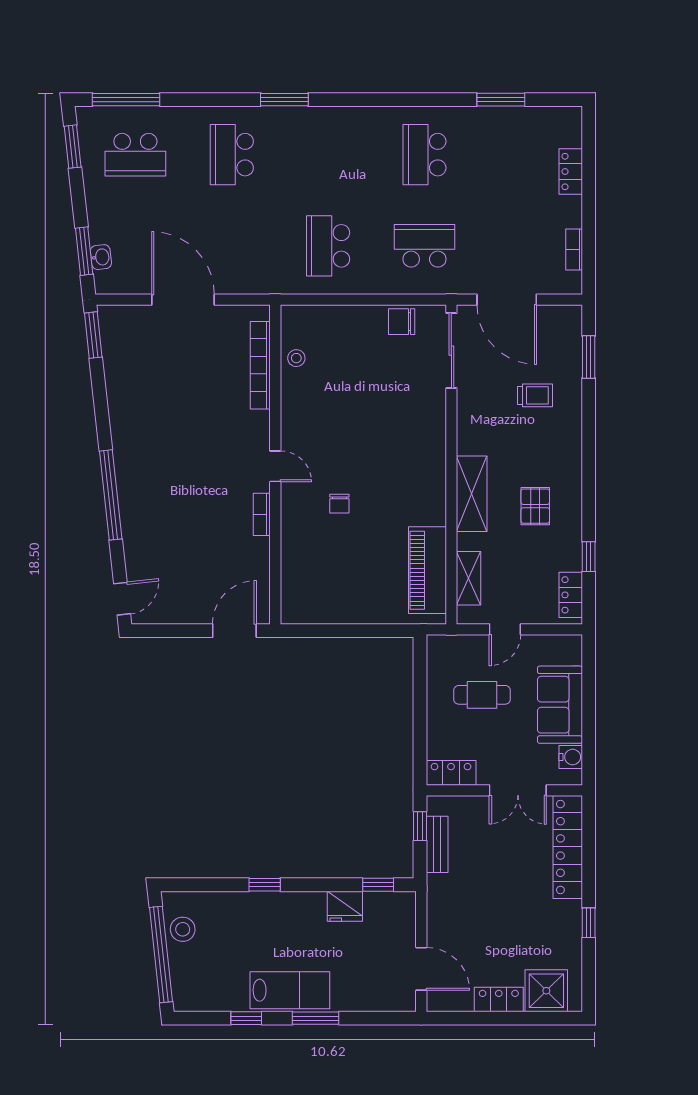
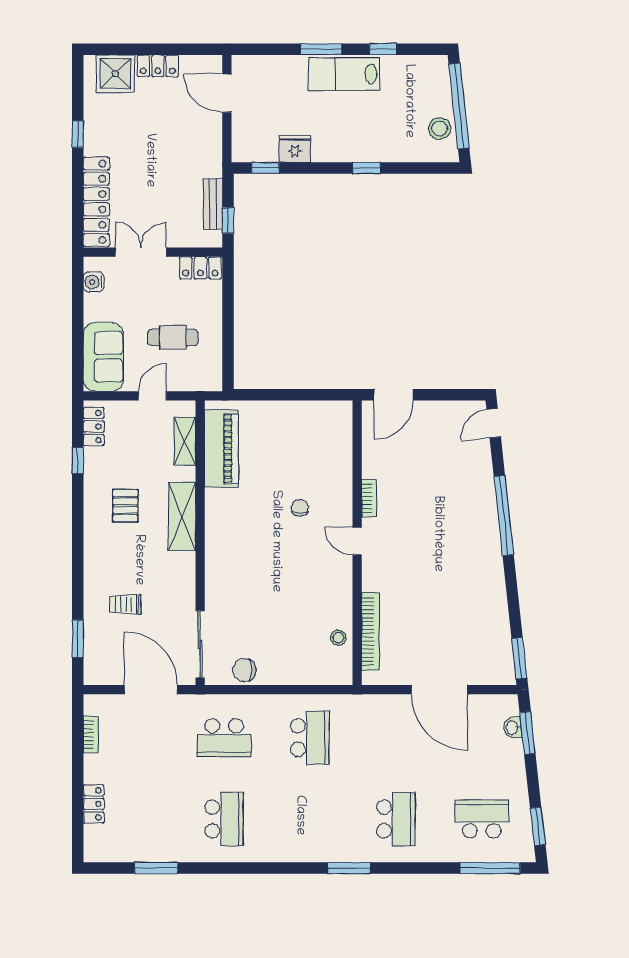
chair: (402, 322) -> (244, 670), turned 180
sofa: (560, 705) -> (103, 357), moved

